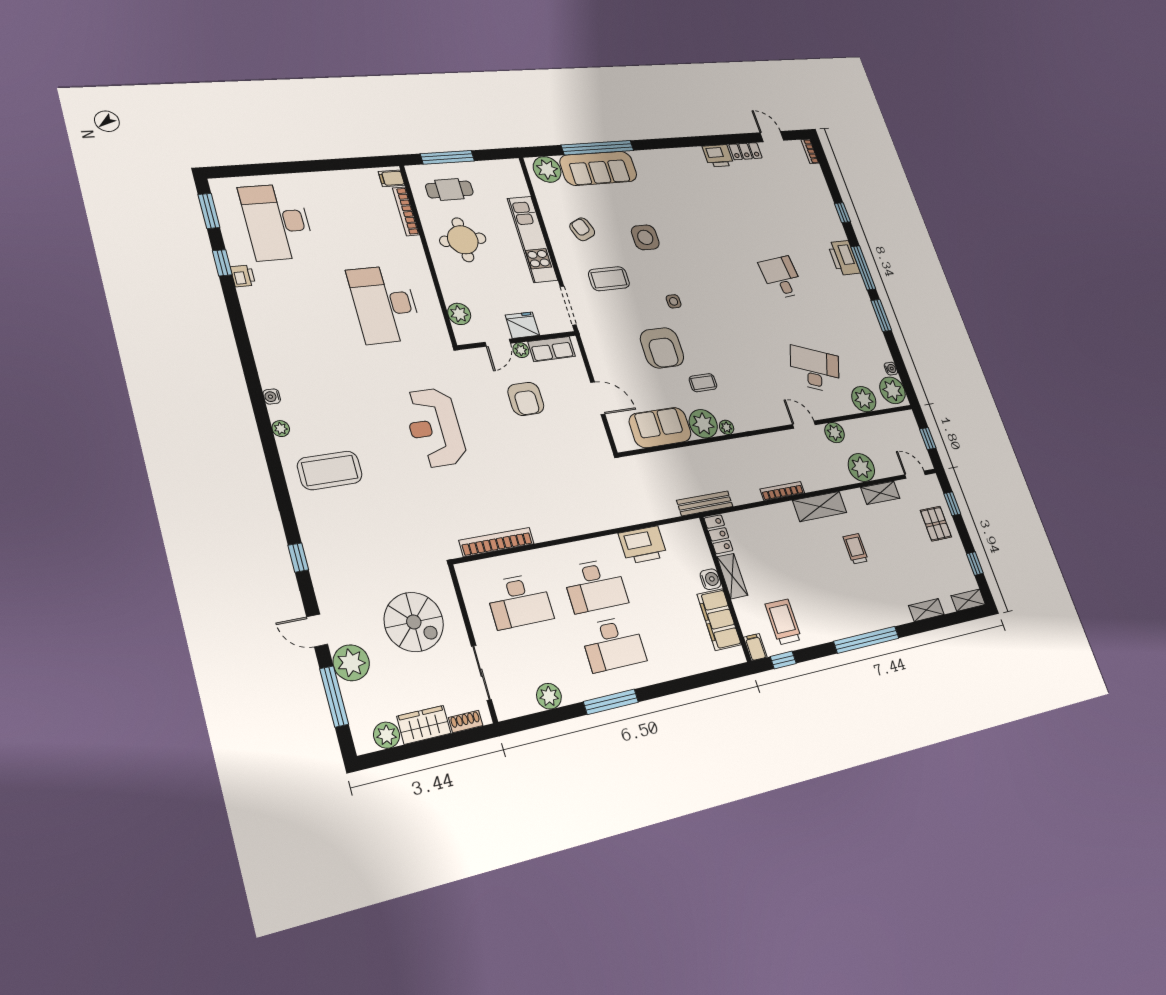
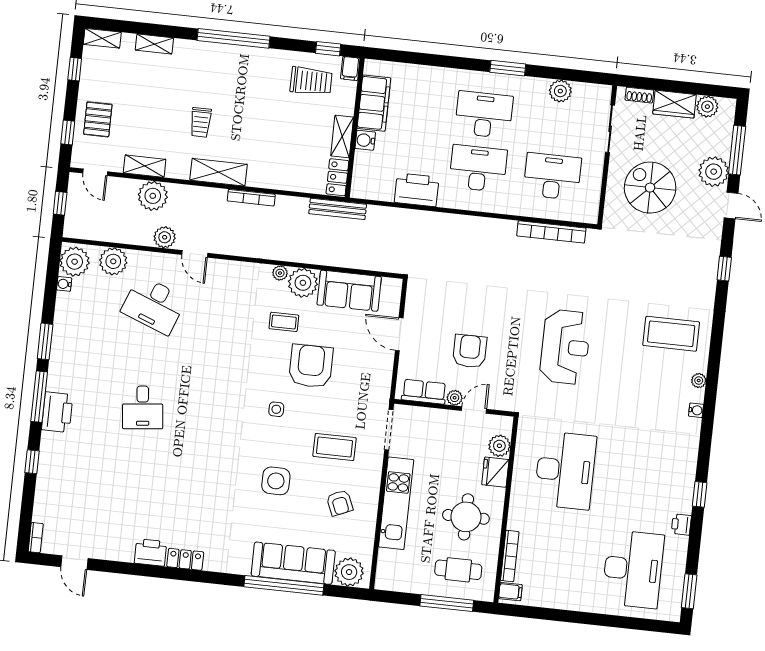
locker: (745, 151) -> (185, 559), moved
window: (222, 263) -> (700, 494), moved
fridge: (522, 325) -> (495, 472), moved, turned 90
trolley: (783, 622) -> (311, 81), turned -90
window: (611, 702) -> (508, 68), width x0.69

